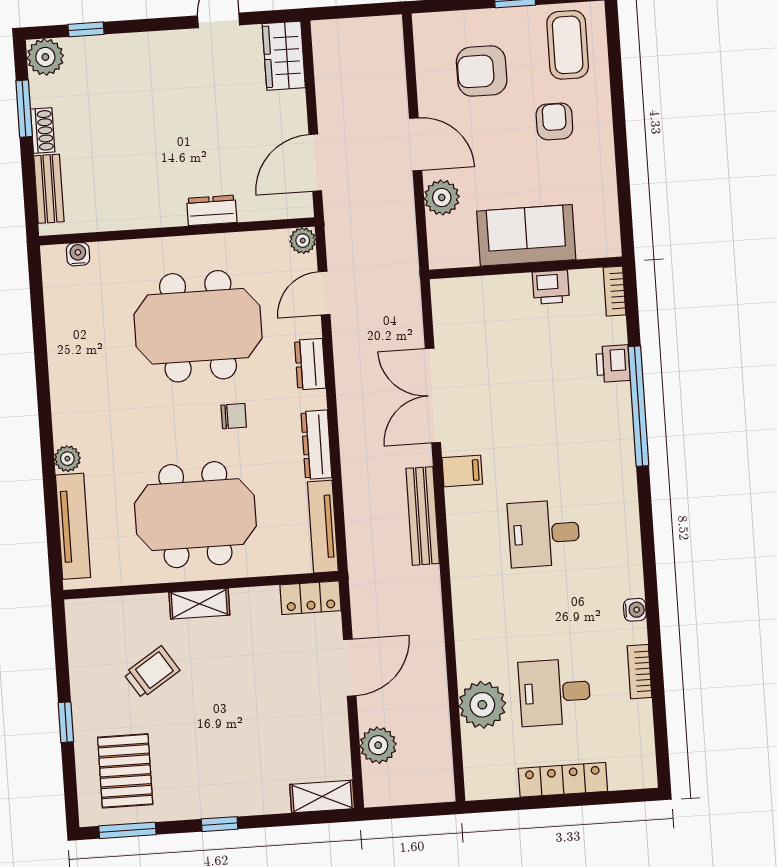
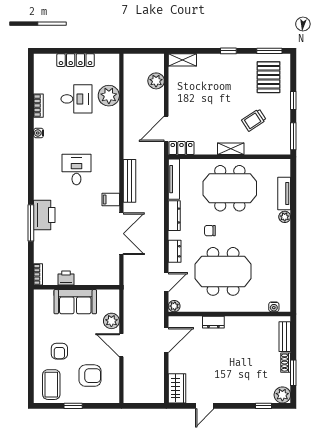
printer: (613, 364) -> (44, 215), moved, width x1.87, depth x1.48
window: (638, 406) -> (31, 223), width x0.68
tv unit: (73, 526) -> (284, 194), width x0.71
desk: (544, 533) -> (76, 169), turned -90
window: (60, 642) -> (293, 136), added
door: (350, 668) -> (166, 129), moved

